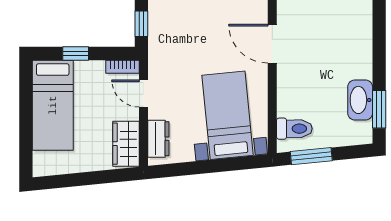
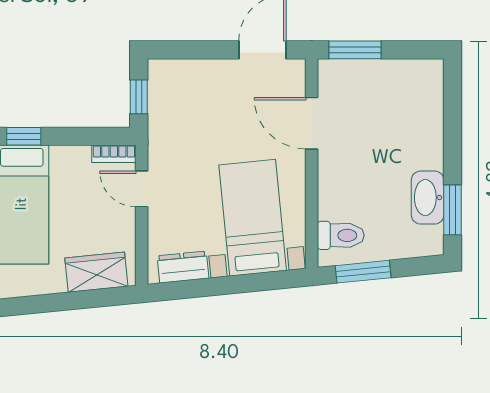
window: (76, 54) -> (24, 136), moved
dresser: (158, 139) -> (183, 267), moved, turned -96
wardrobe: (126, 144) -> (96, 272), moved, turned 84

